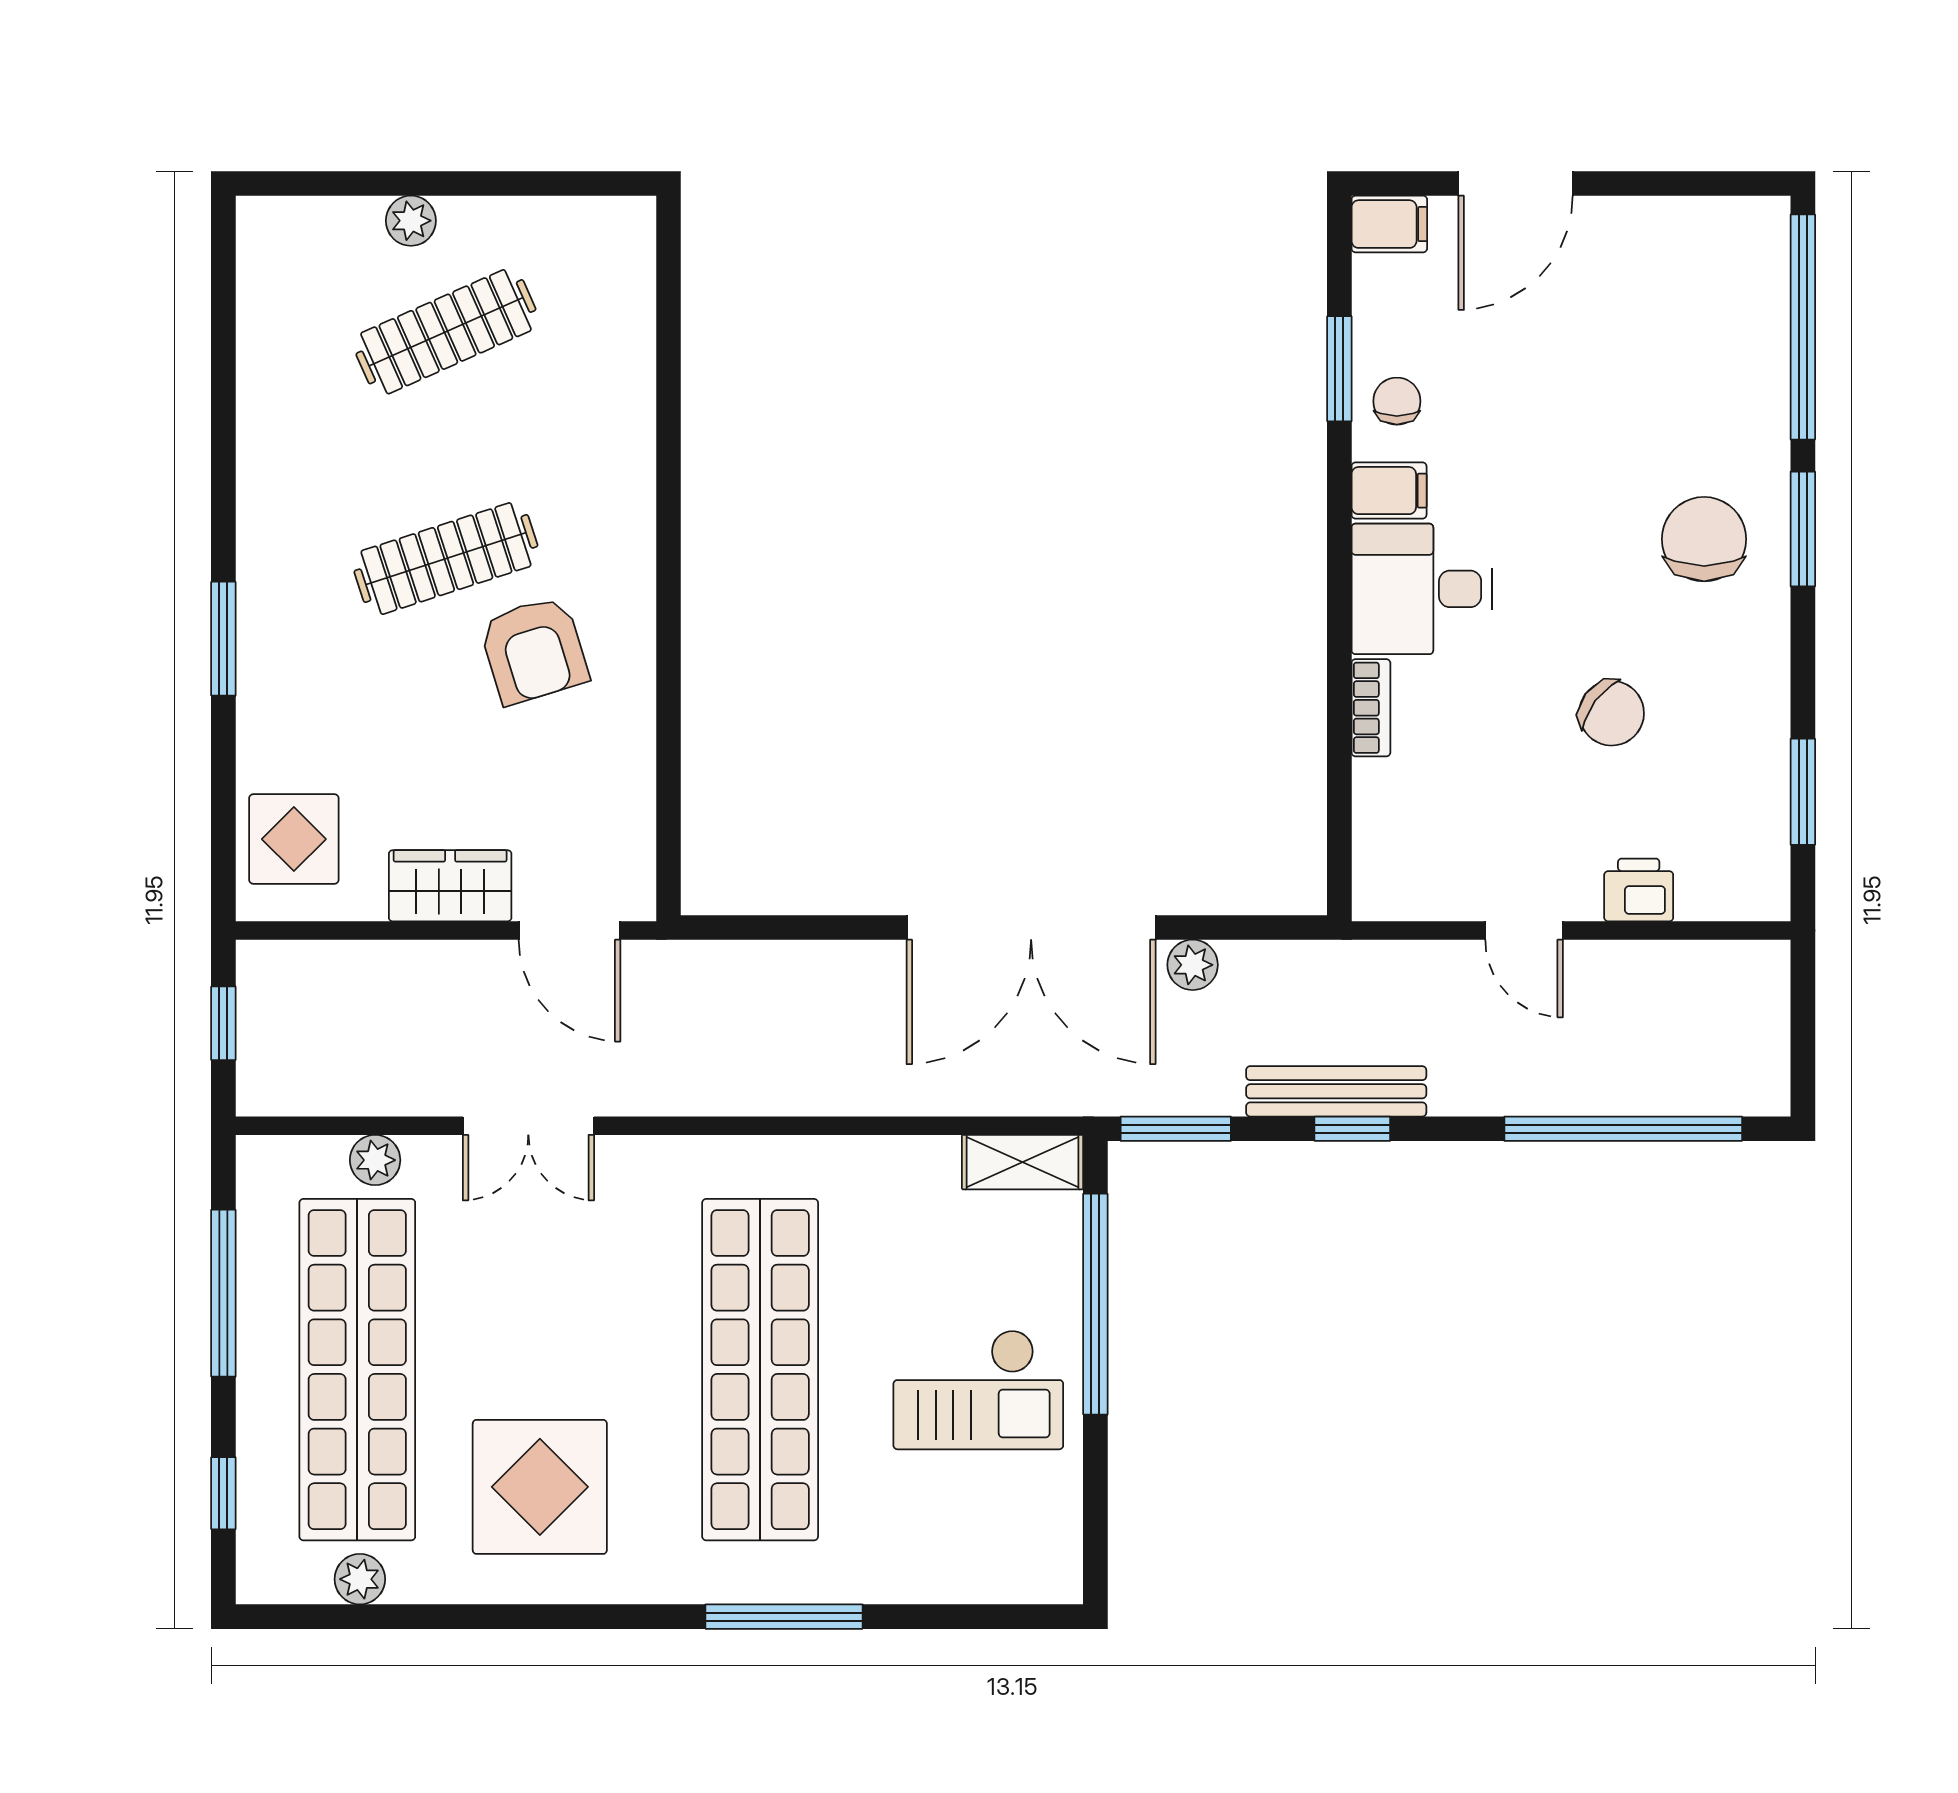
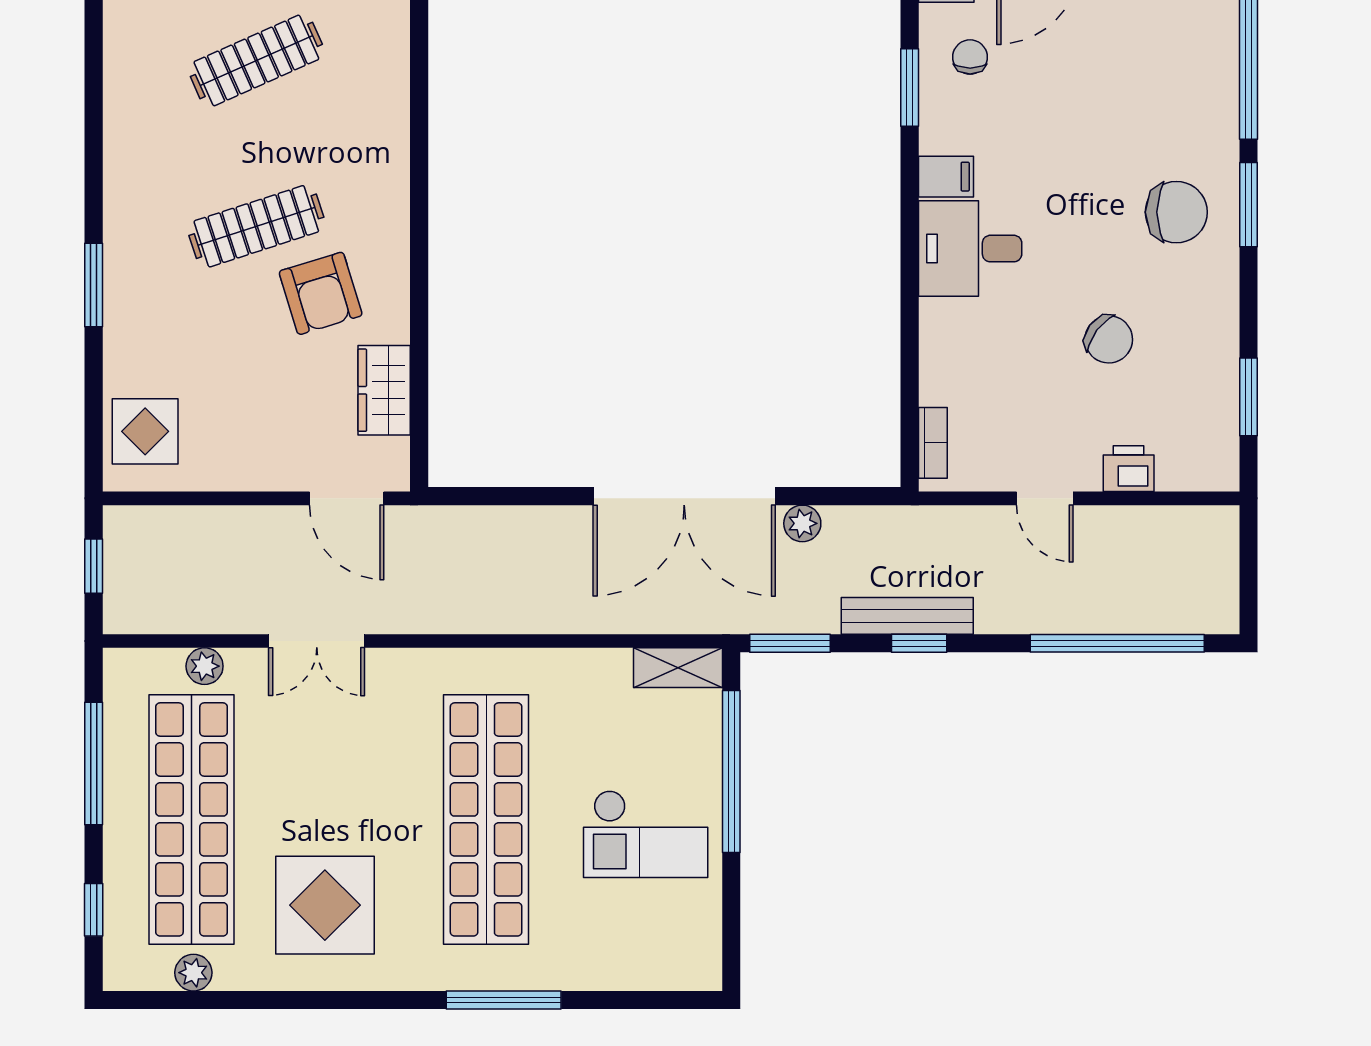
chair: (1397, 401) -> (970, 57), moved
chair: (1704, 539) -> (1176, 212), turned 90
bookcase: (1371, 708) -> (933, 443), moved
wardrobe: (450, 886) -> (384, 390), moved, turned -90

